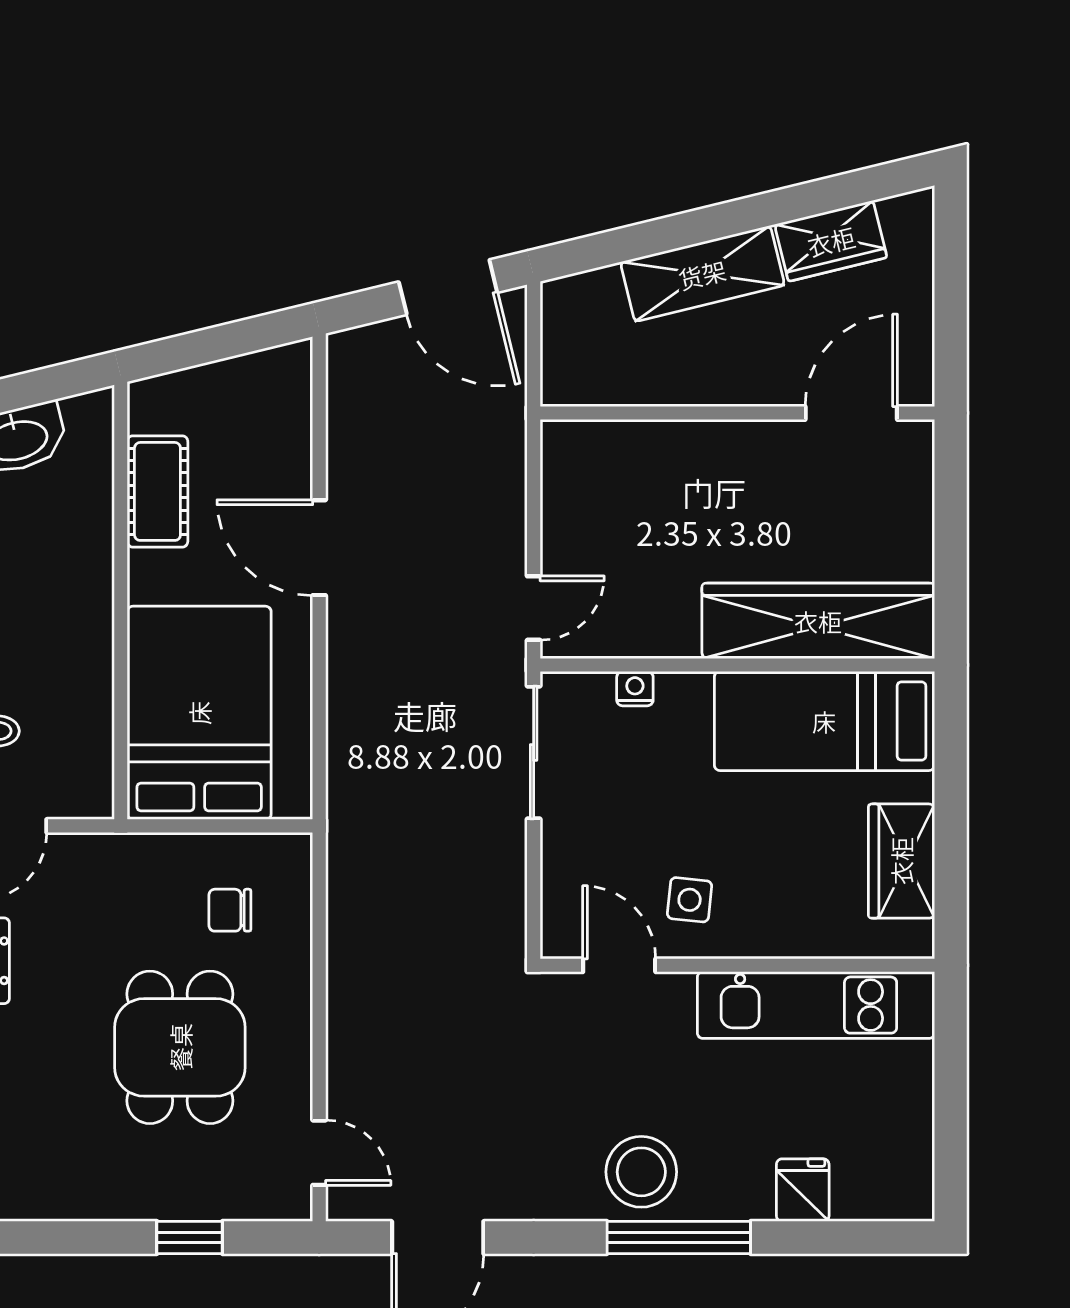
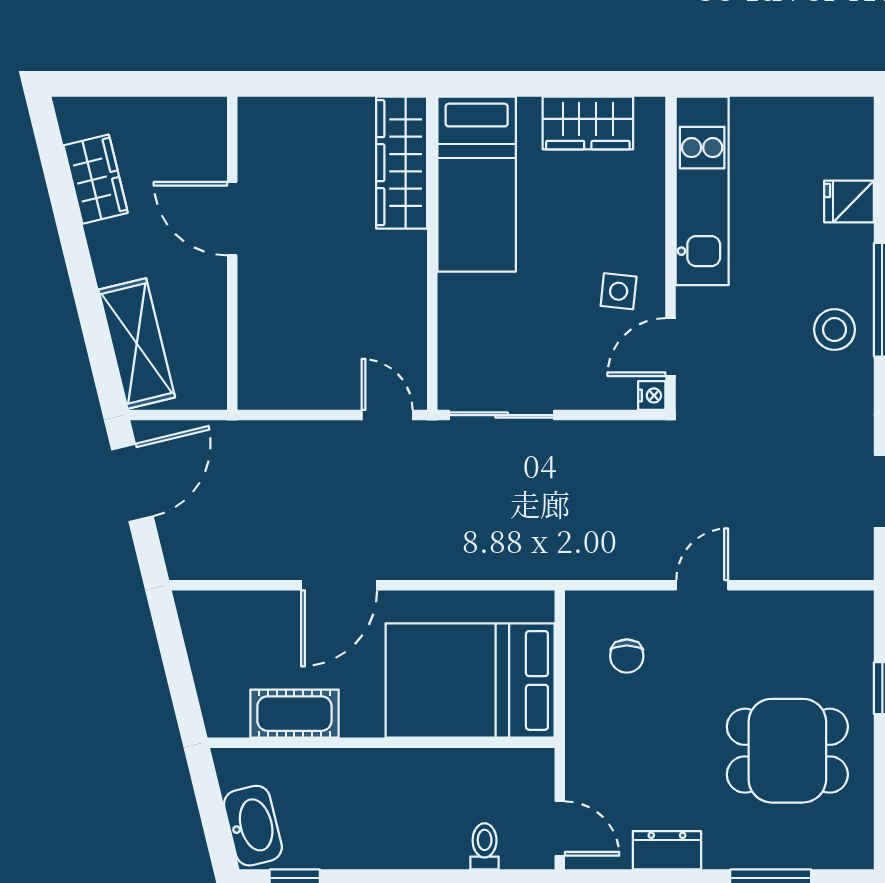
shelving: (702, 274) -> (137, 343), moved
door: (851, 413) -> (232, 219), moved
wardrobe: (818, 621) -> (402, 163), width x0.71, depth x0.85
nightstand: (635, 689) -> (652, 395), moved, turned 180
dining table: (180, 1047) -> (787, 751), moved
door: (319, 1153) -> (702, 585), moved
stool: (641, 1172) -> (835, 330), width x0.73, depth x0.73

